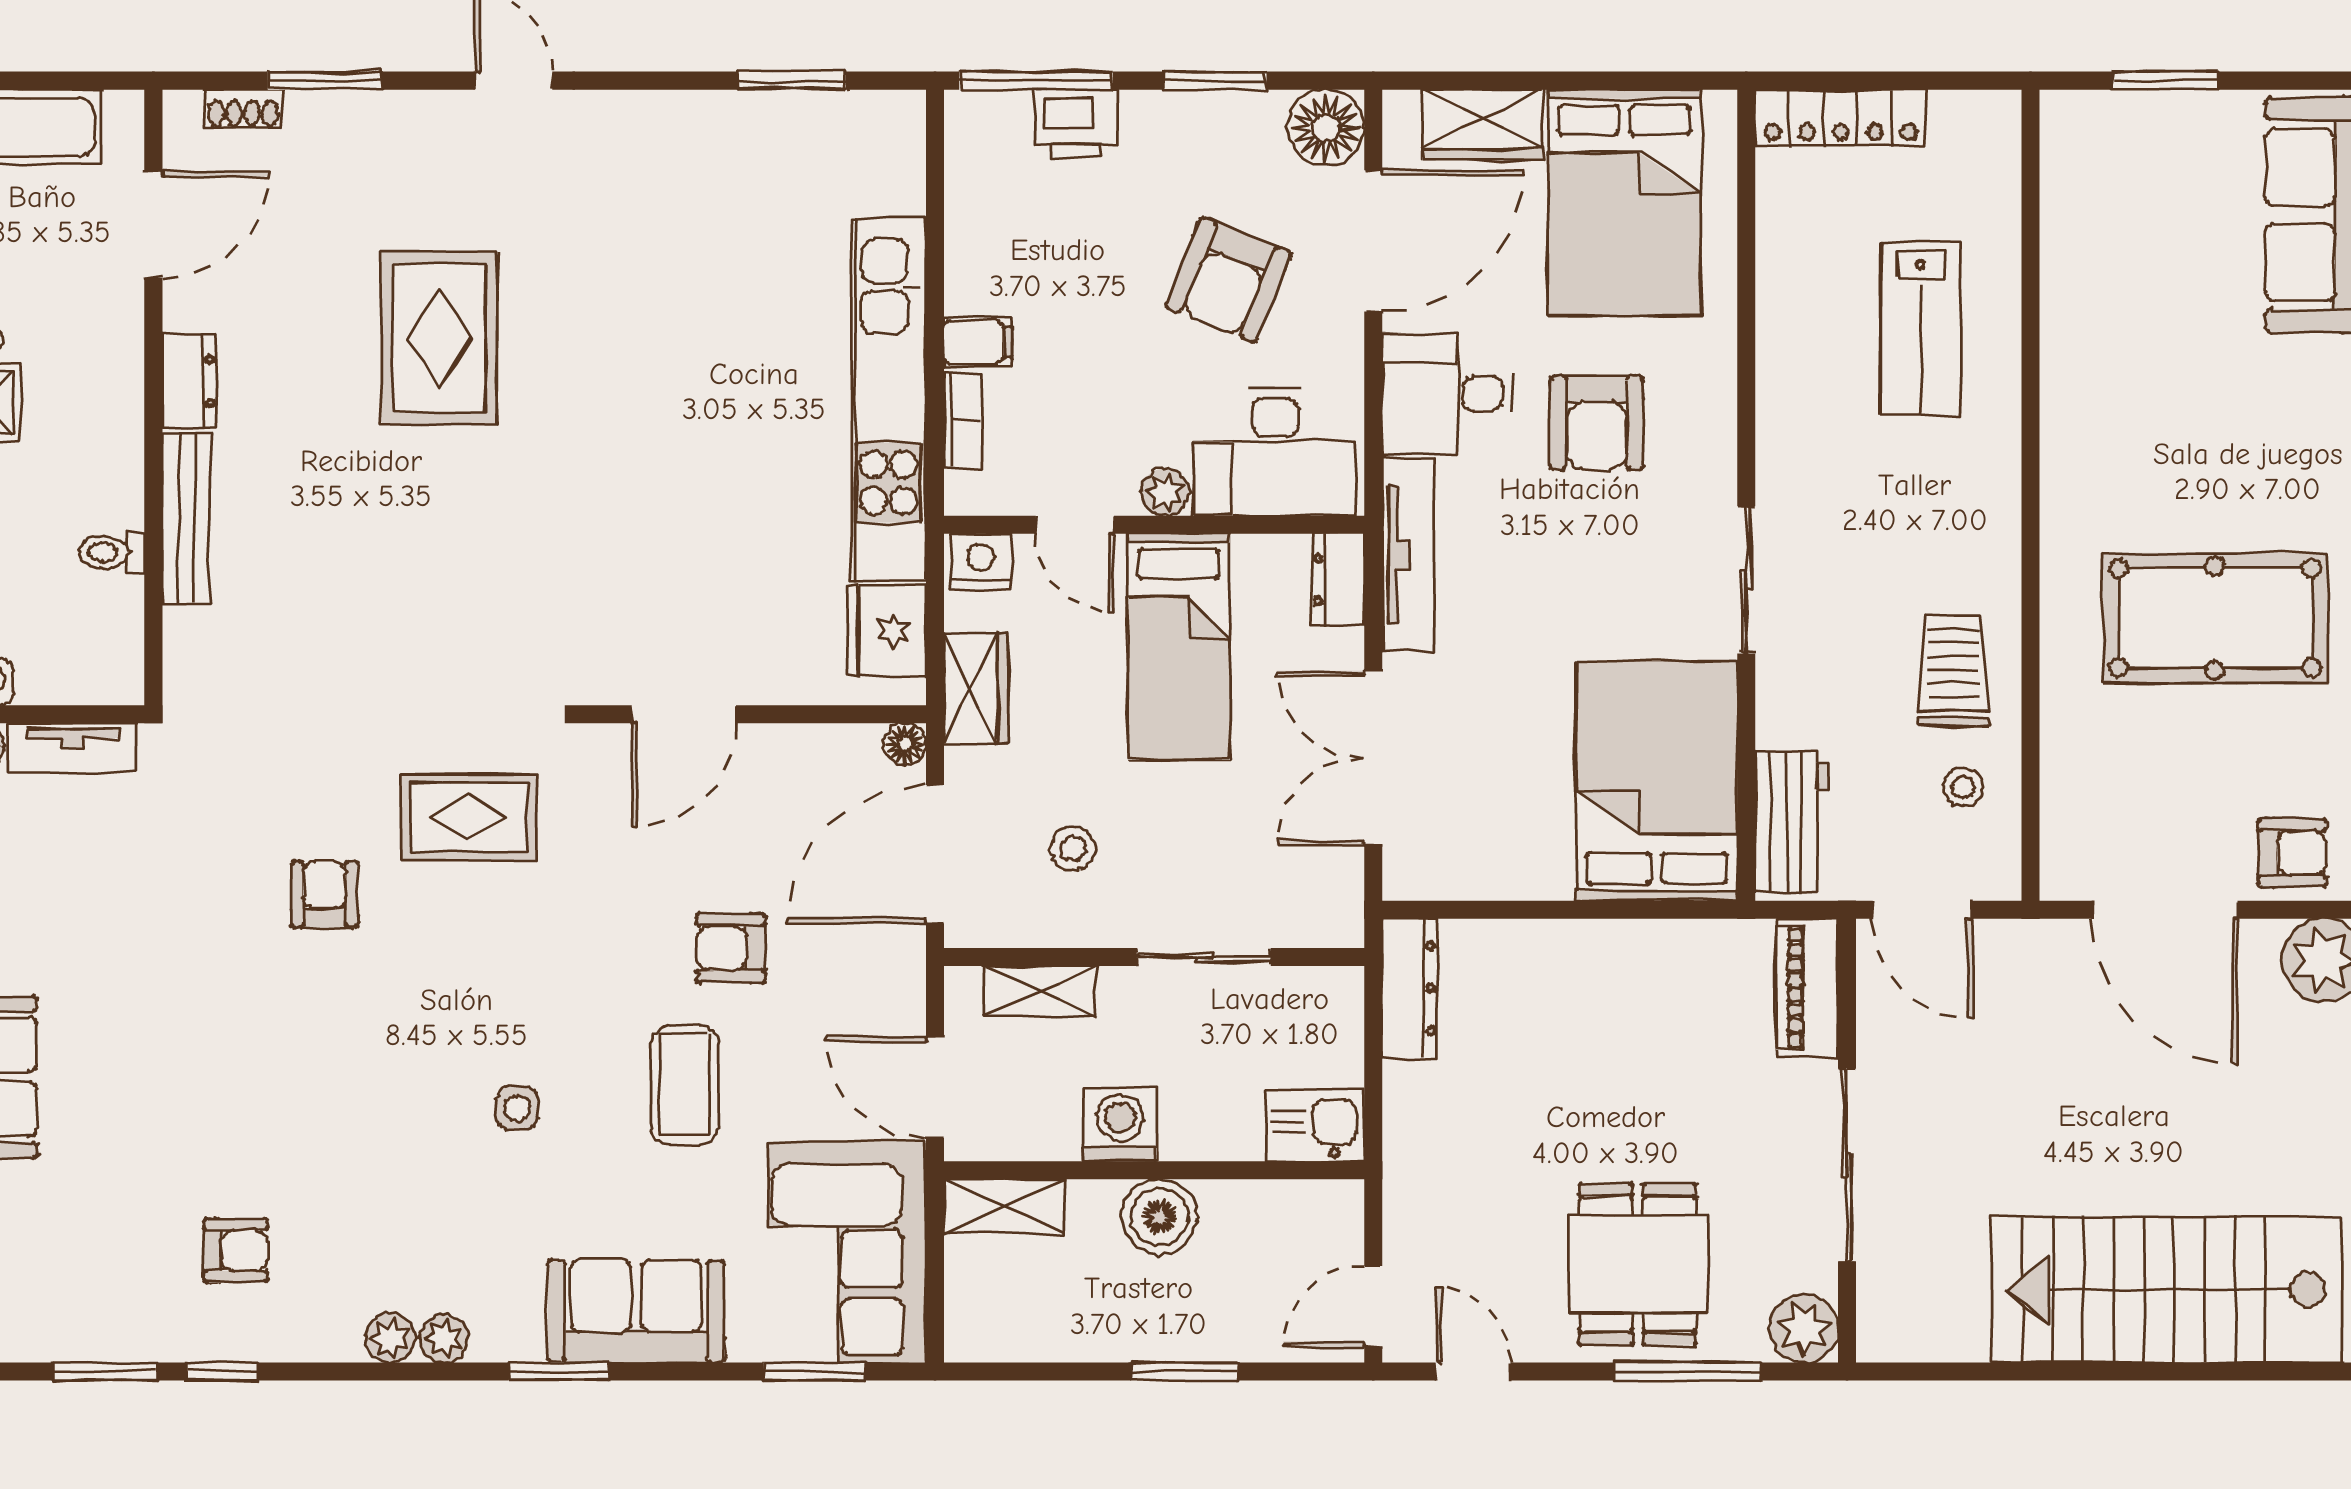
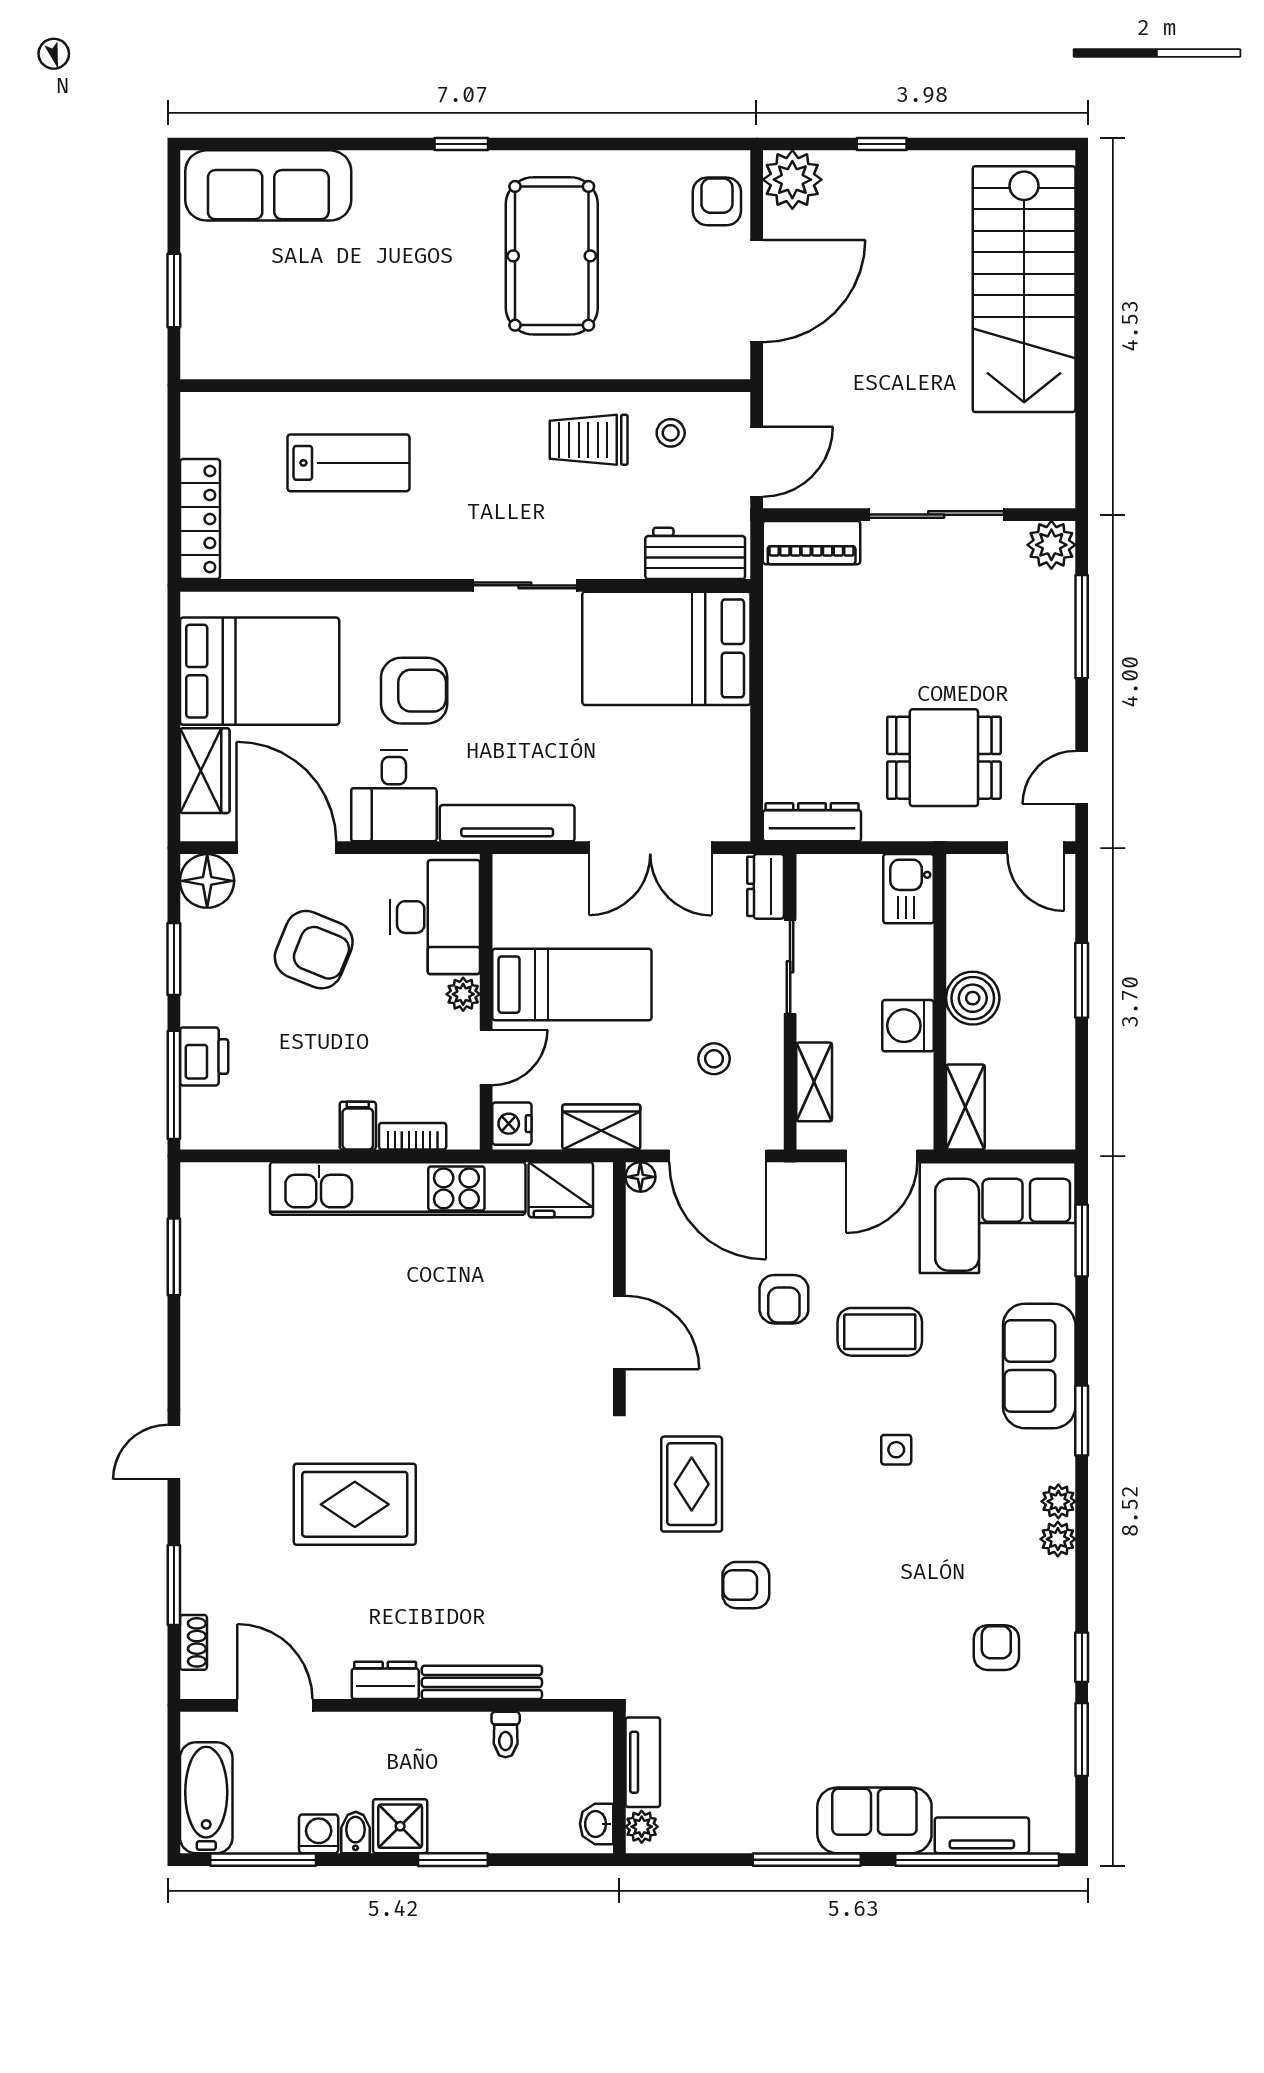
dresser: (1338, 580) -> (766, 886), moved, turned 90
dining table: (1638, 1264) -> (944, 758), moved

